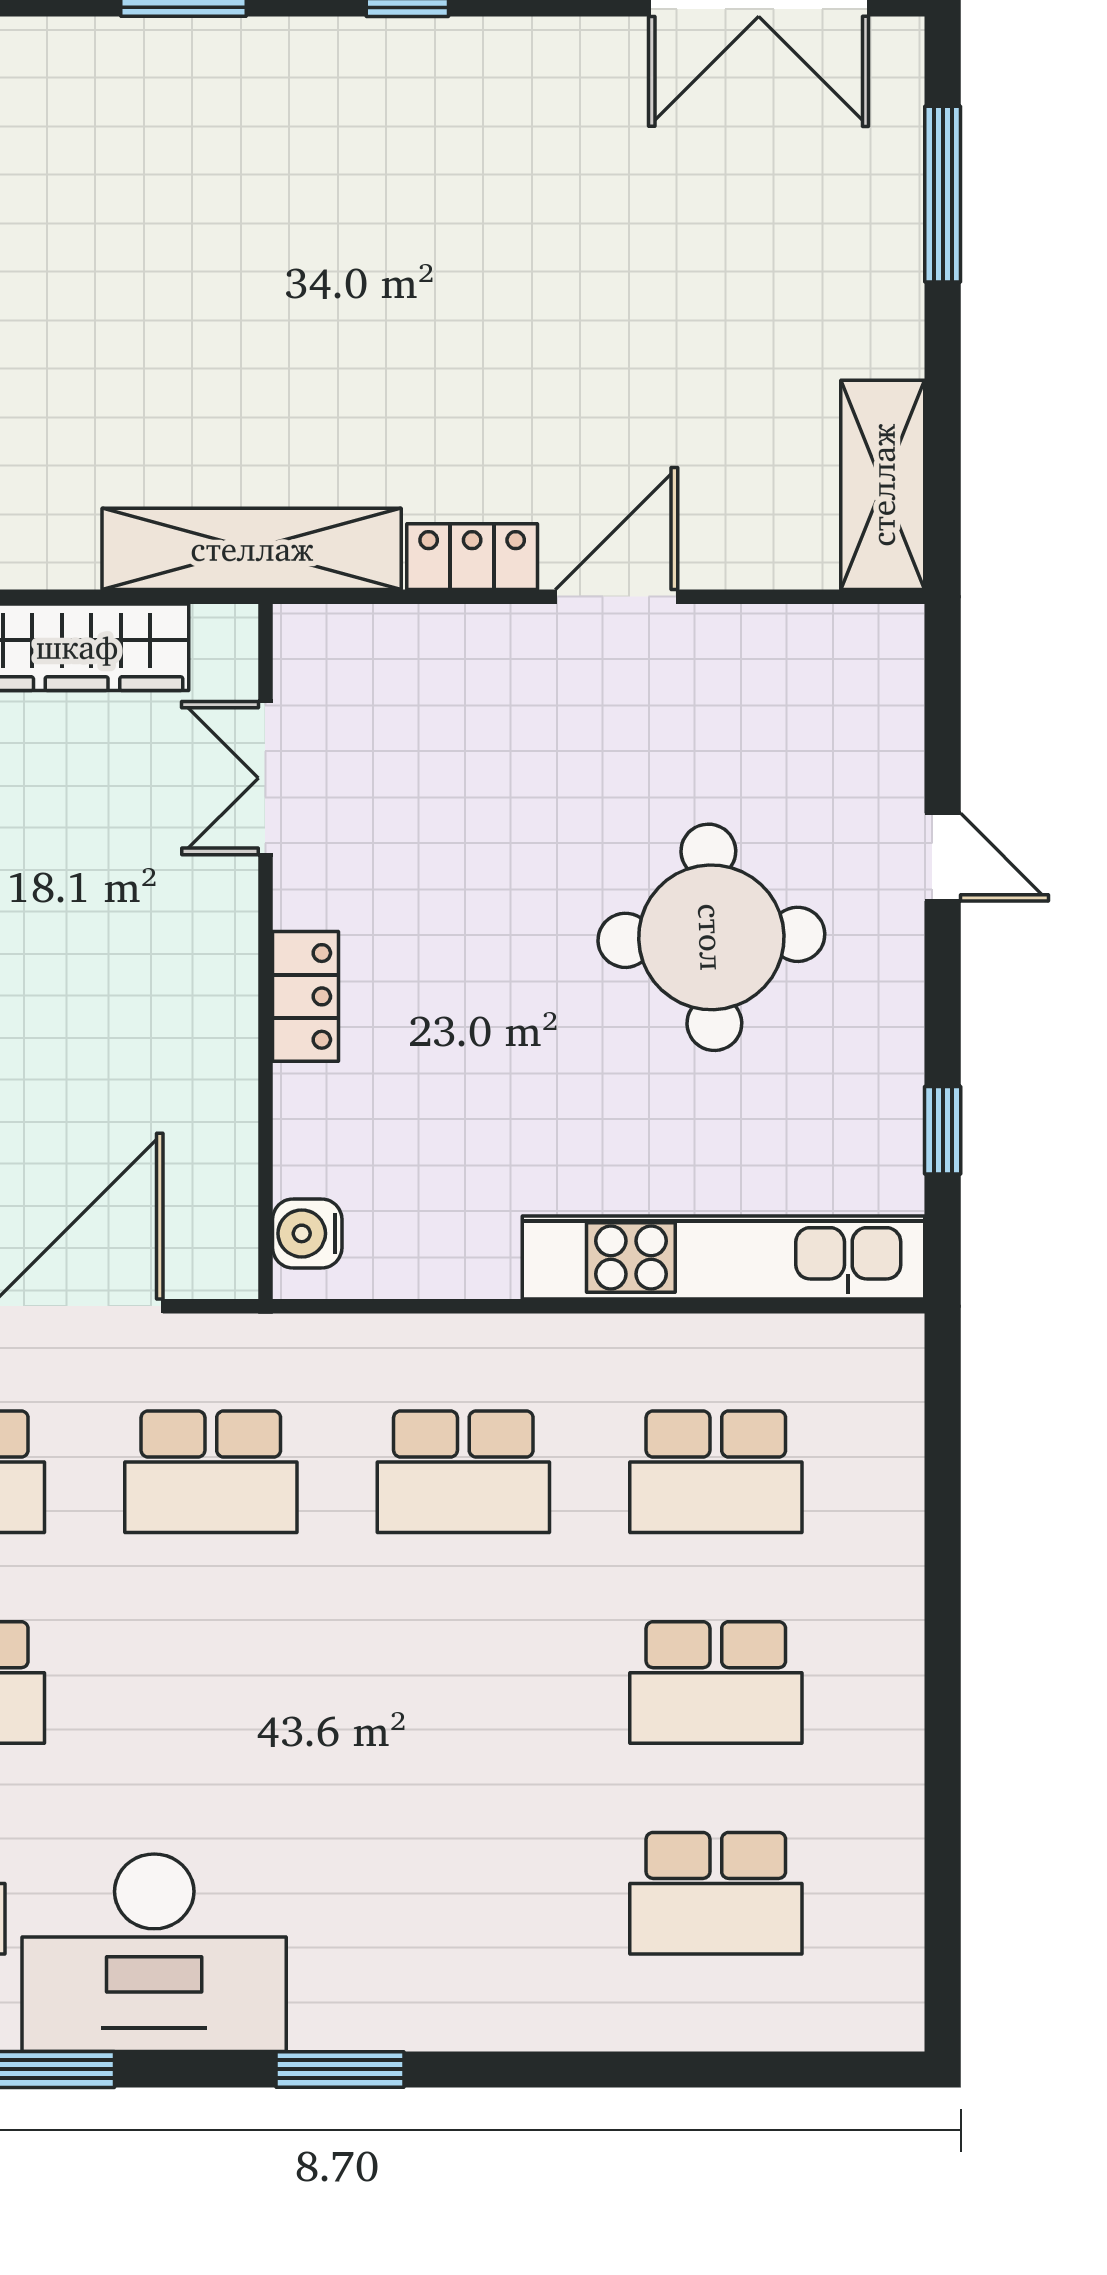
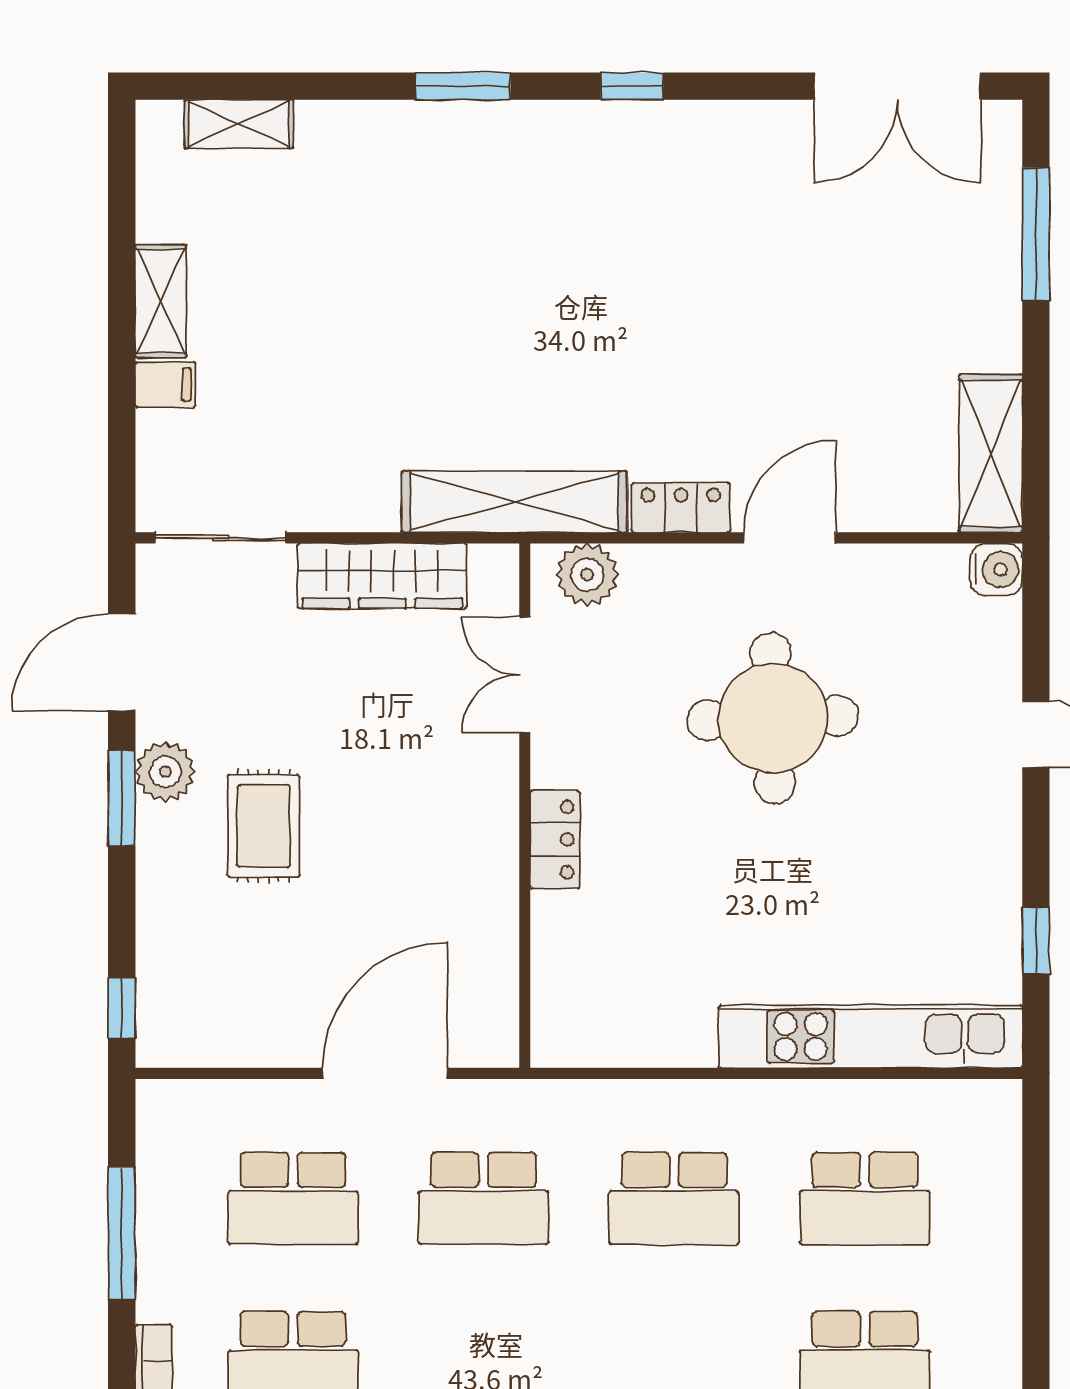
plant: (348, 645) -> (587, 575), added
round table: (711, 937) -> (773, 718), moved
water cooler: (307, 1233) -> (996, 569), moved, turned 180

